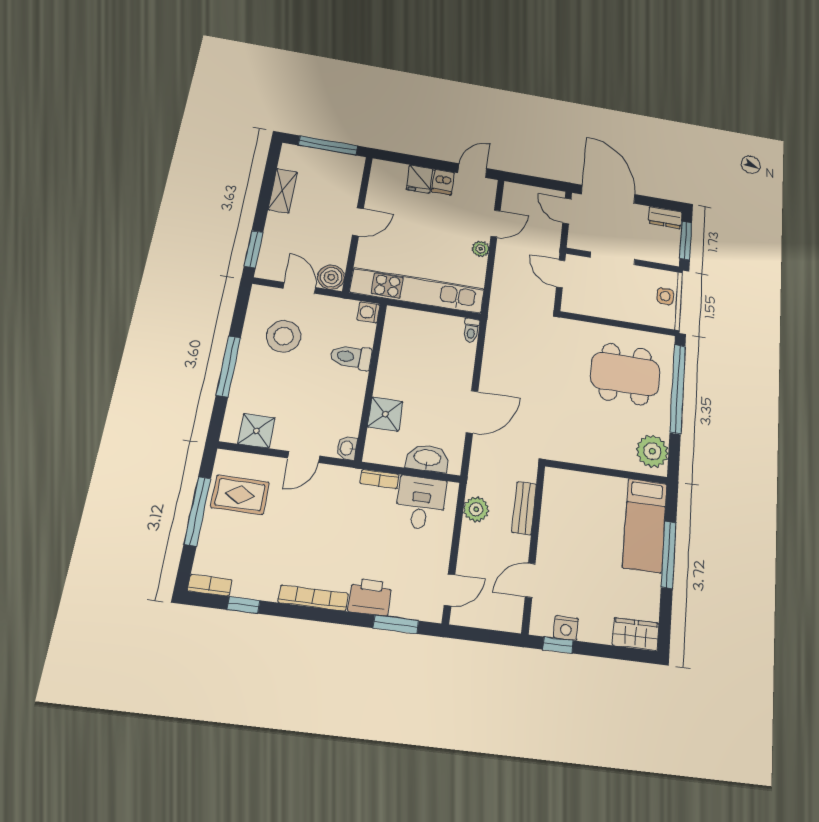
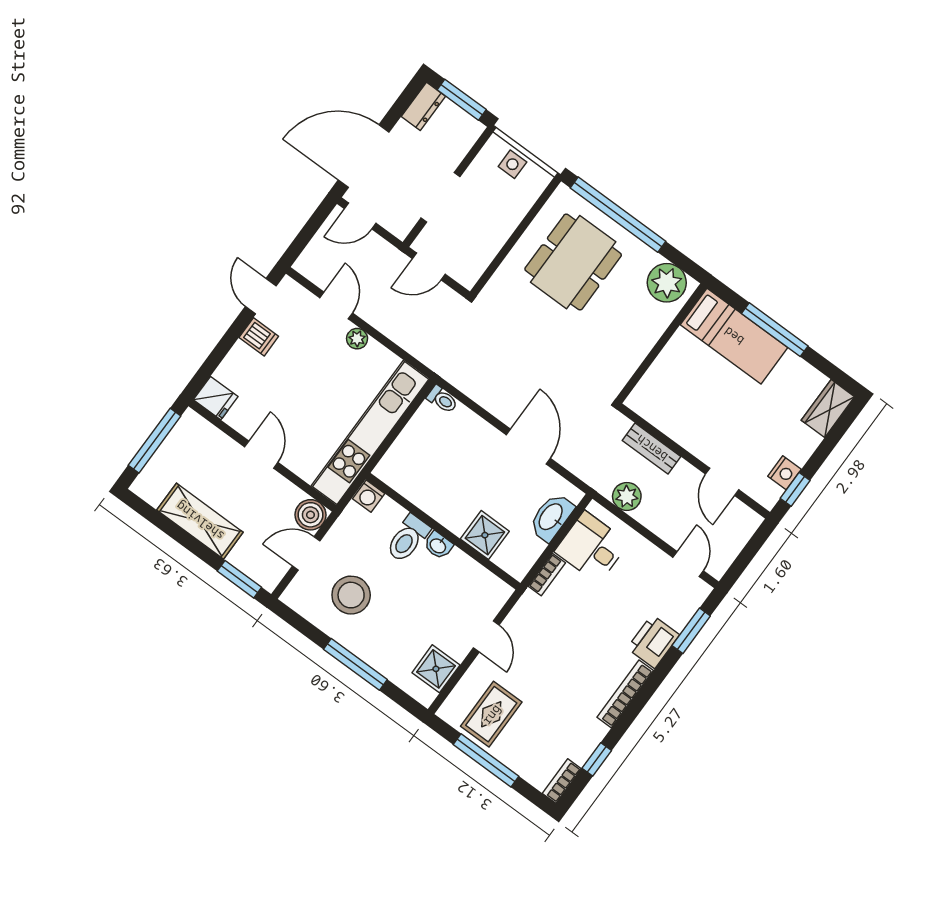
fridge: (420, 179) -> (216, 398), moved
shelving: (283, 191) -> (200, 521), width x1.50, depth x1.33
washbasin: (347, 448) -> (438, 545), moved

